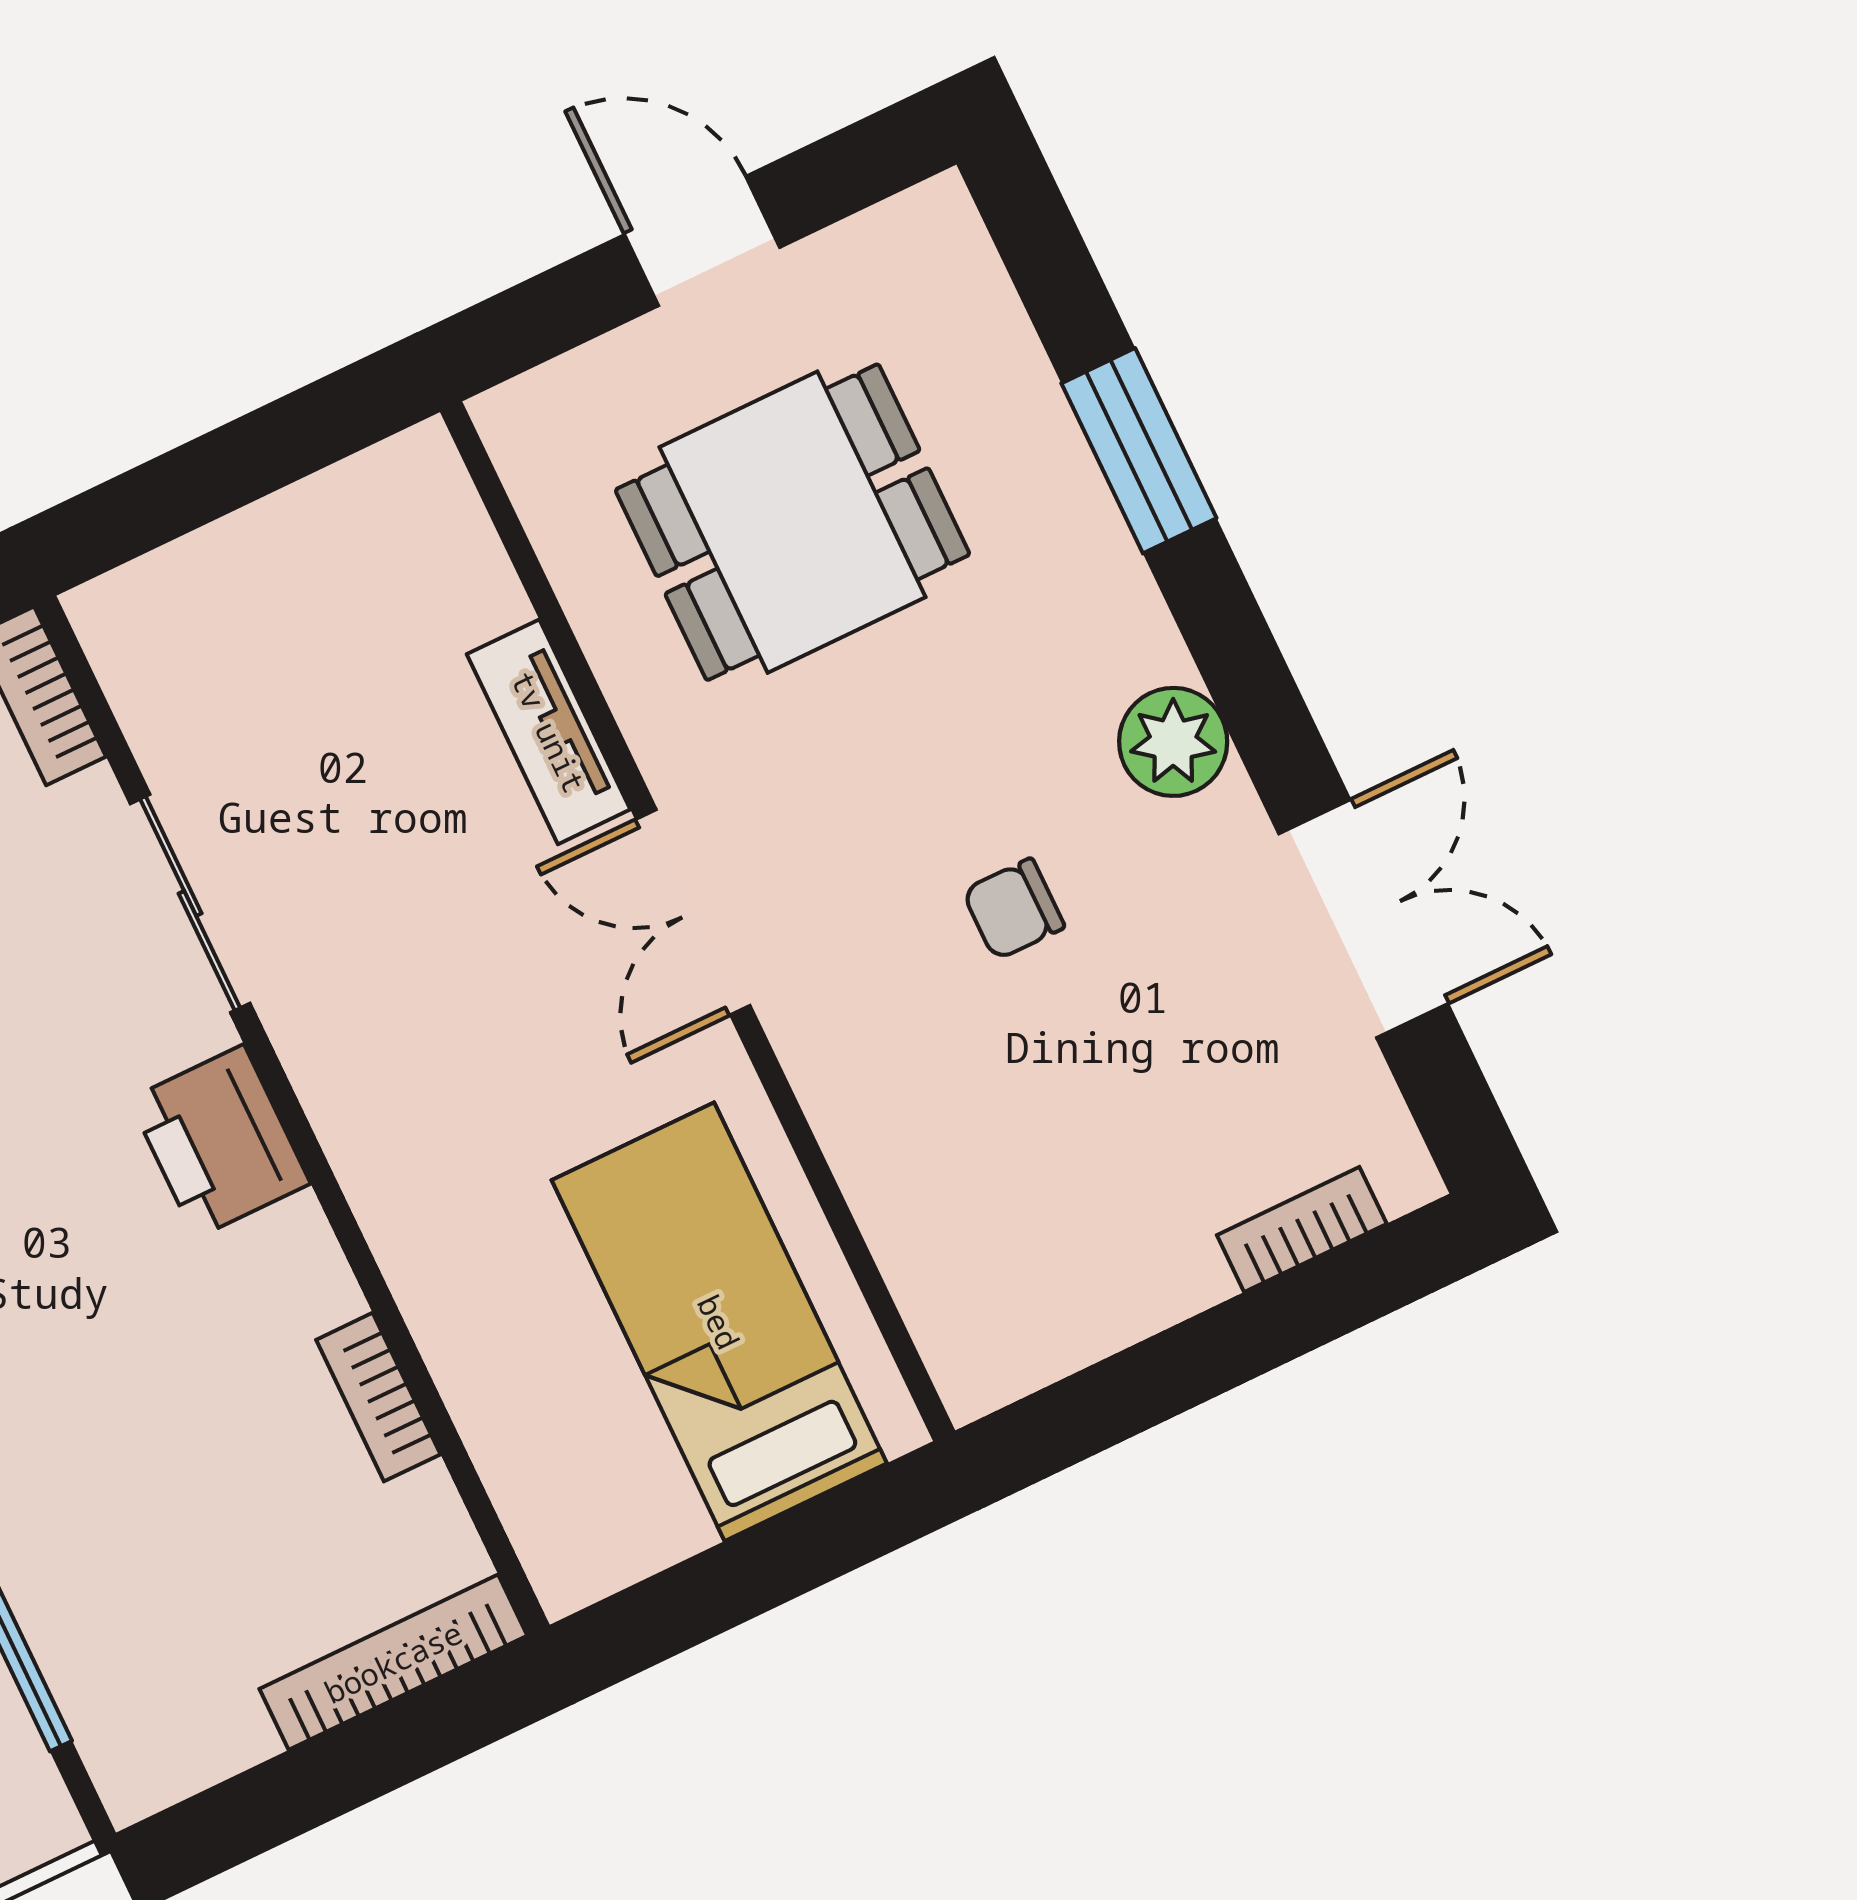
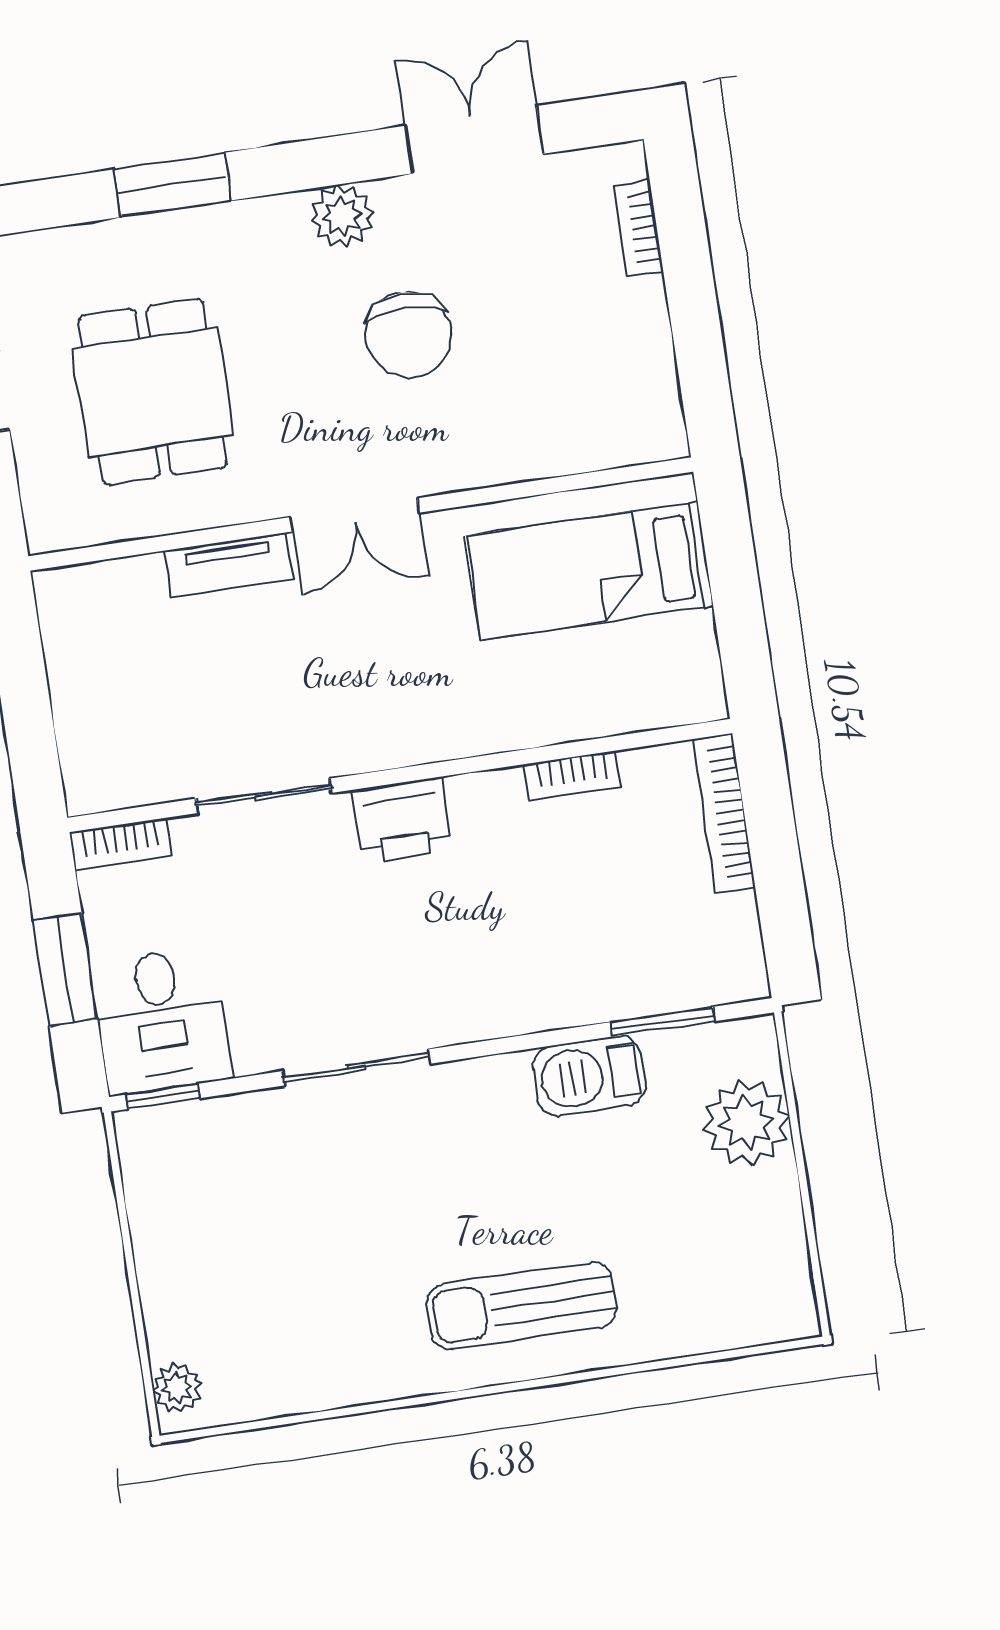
chair: (1013, 909) -> (408, 335), width x1.87, depth x1.87

